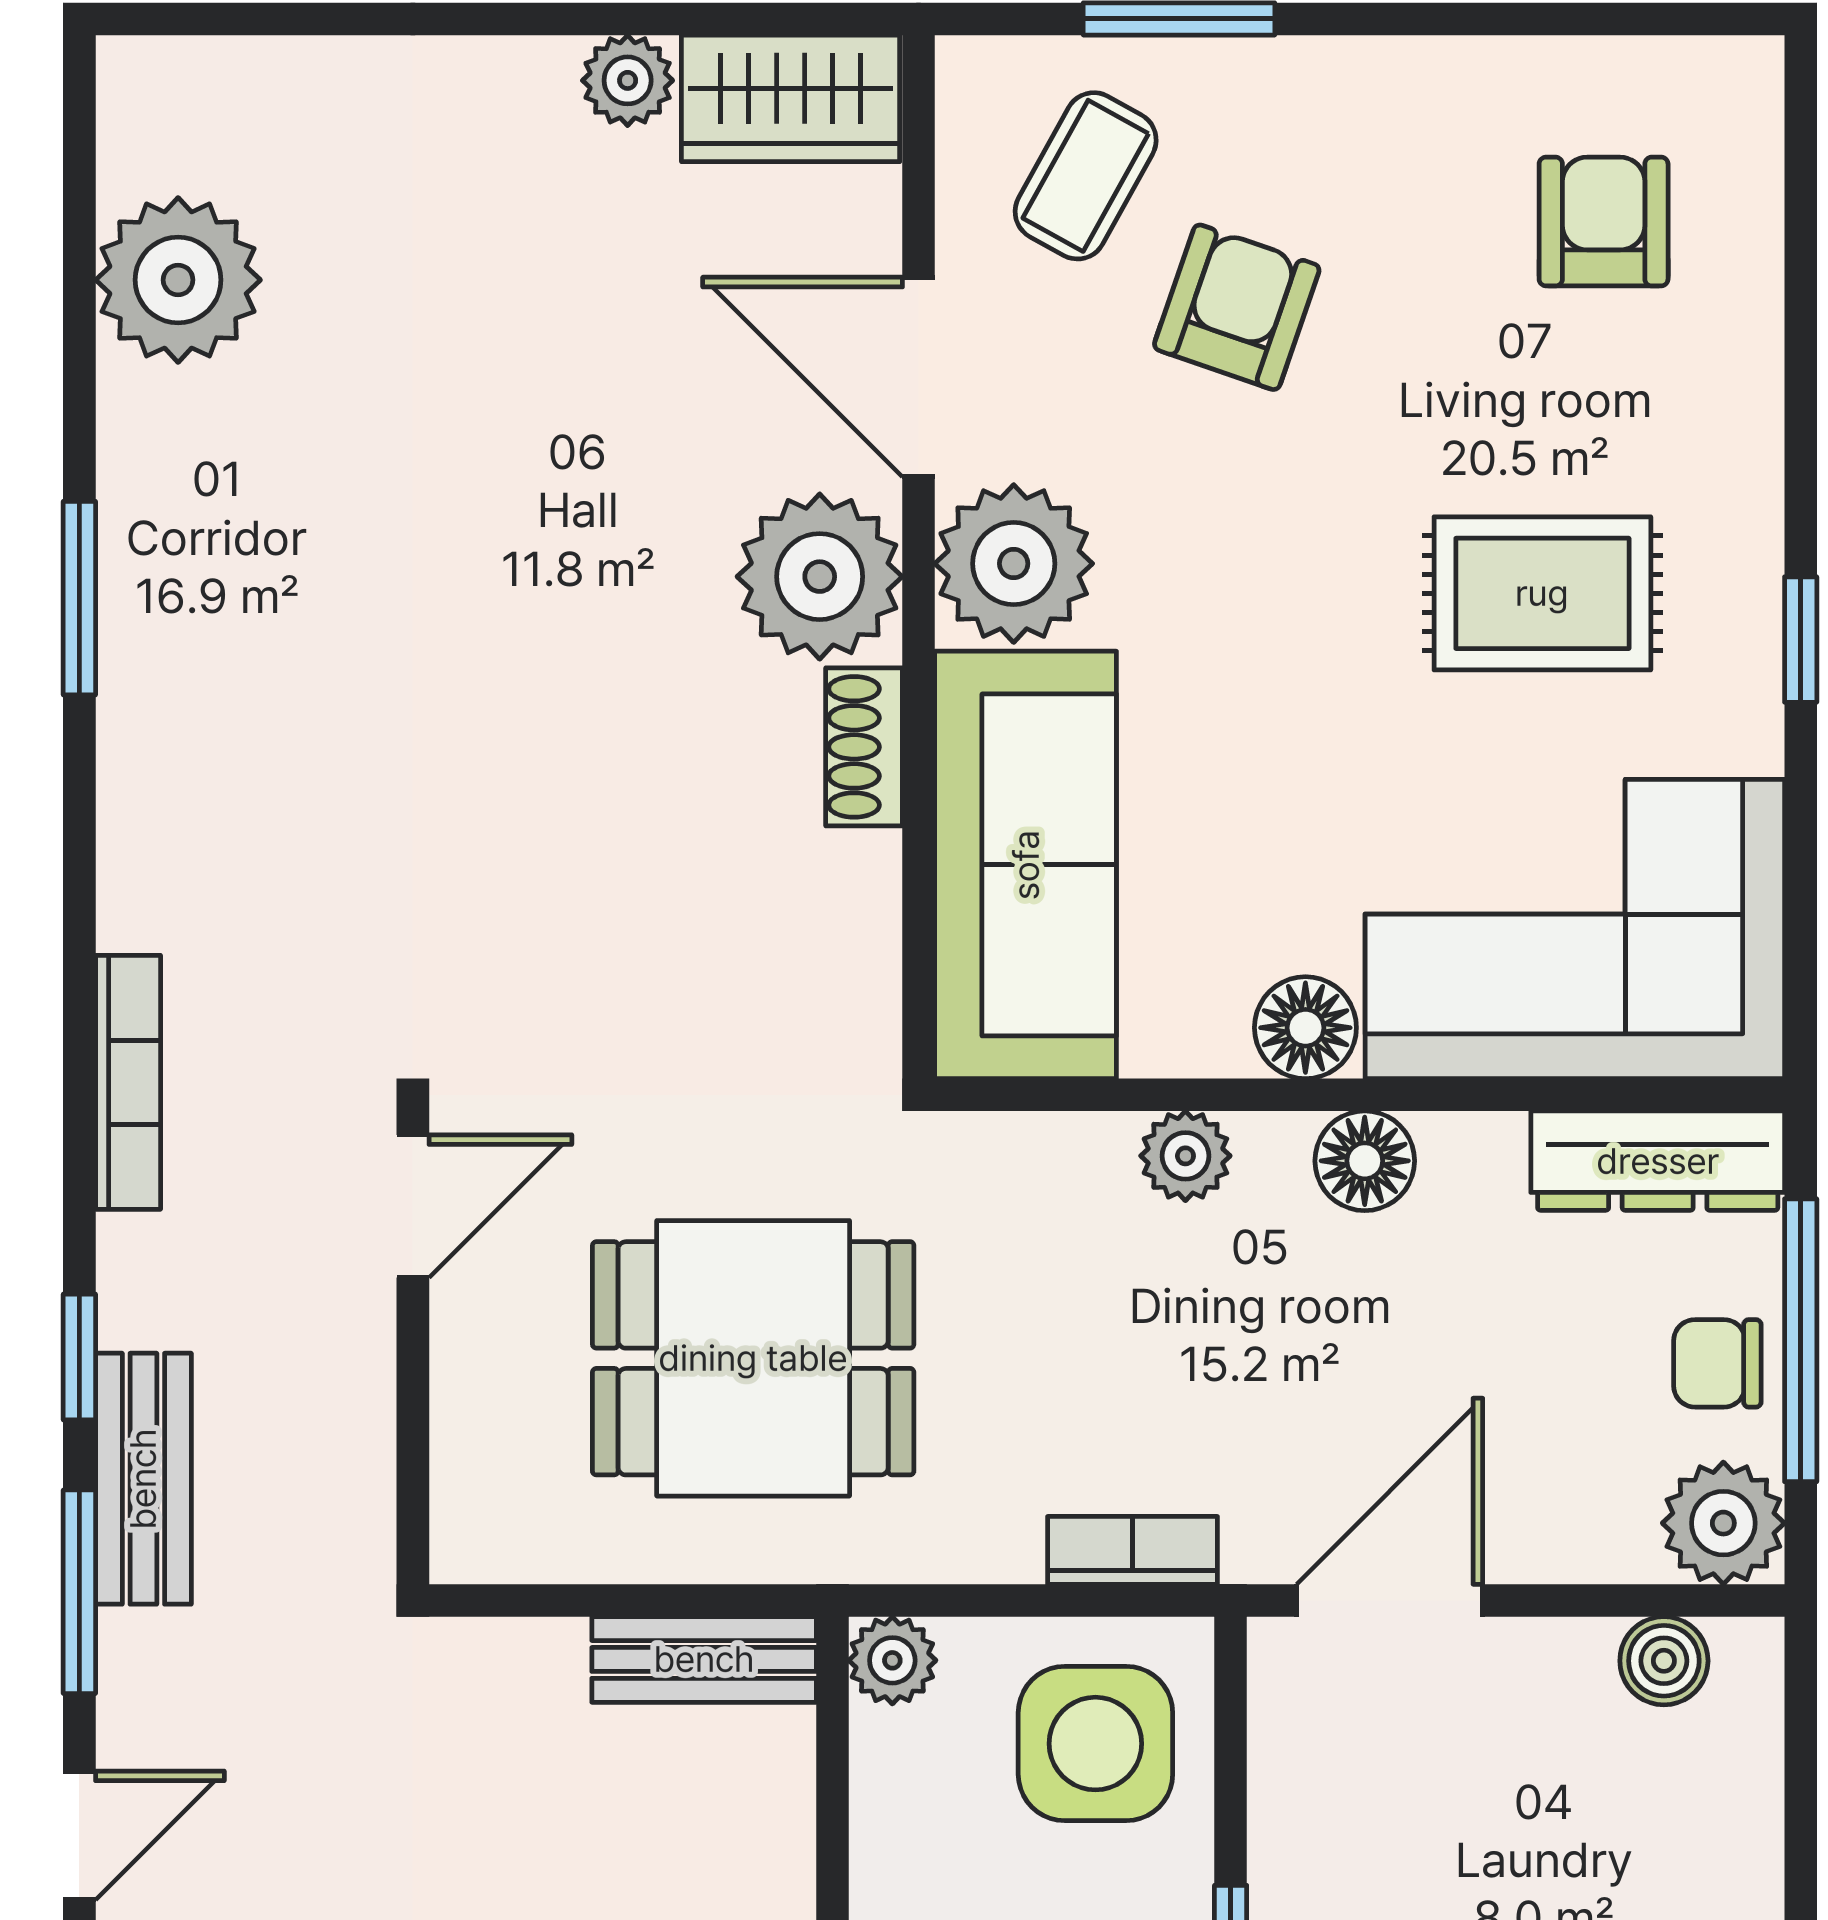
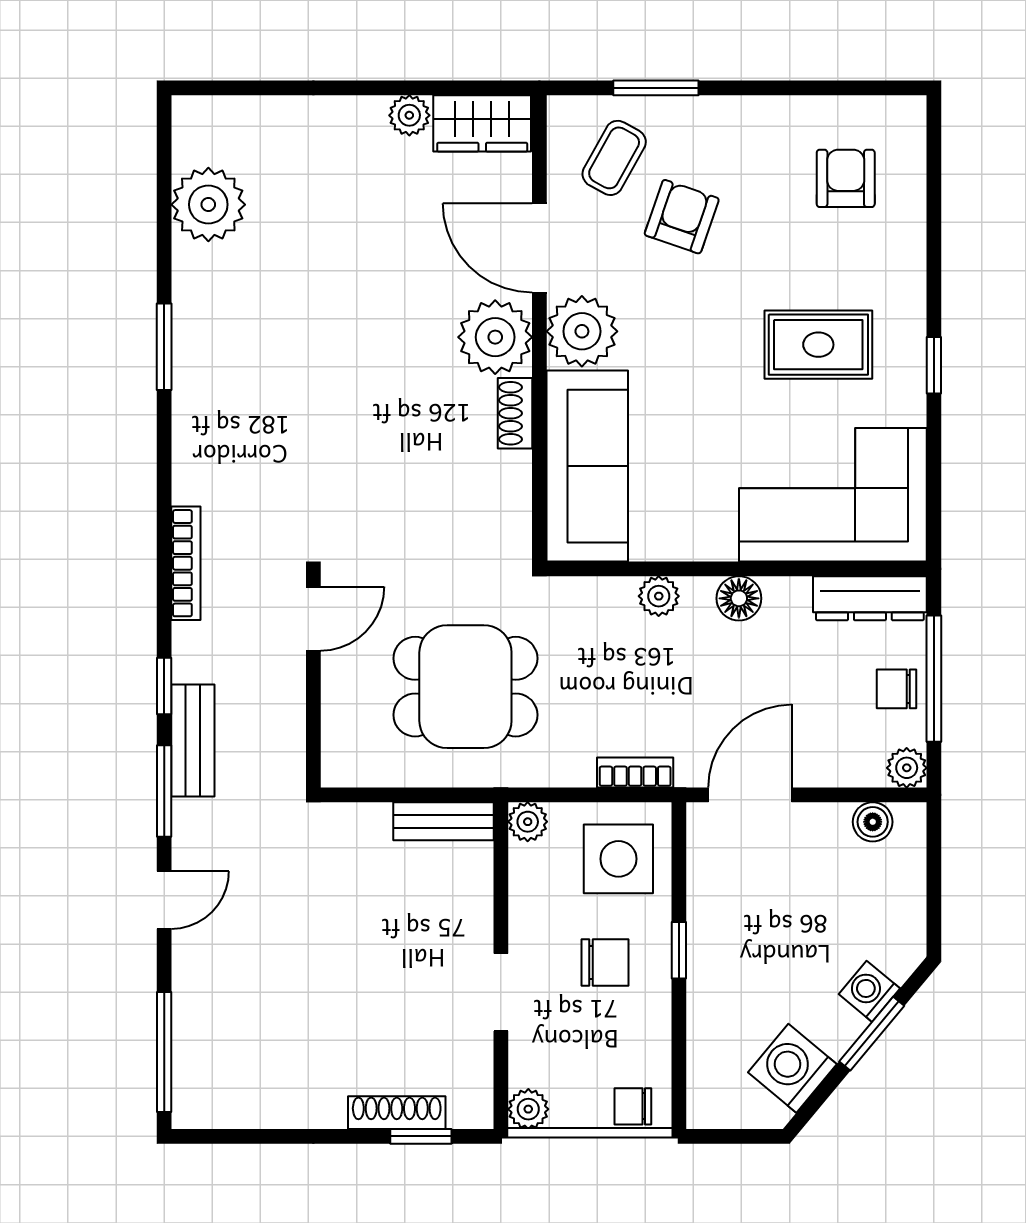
floor lamp: (1305, 1028) -> (712, 539), removed
plant: (1723, 1523) -> (907, 768), width x0.73, depth x0.73

